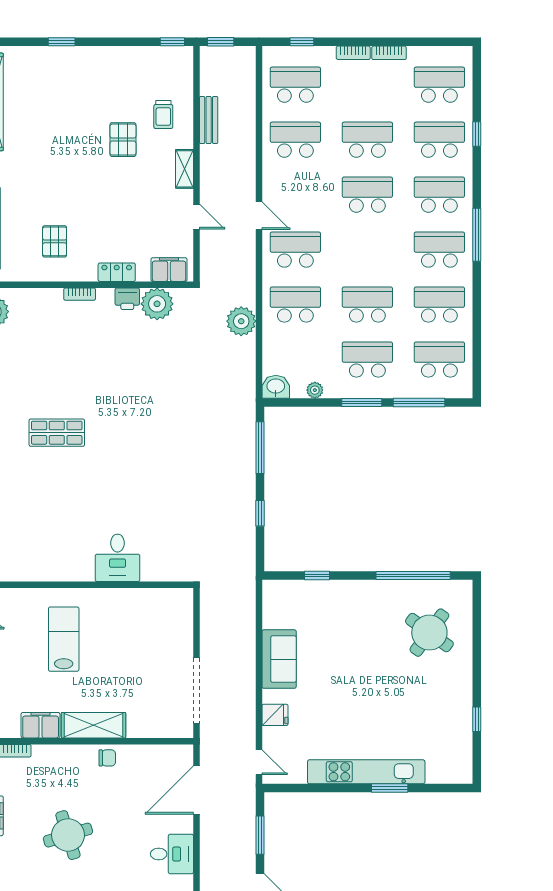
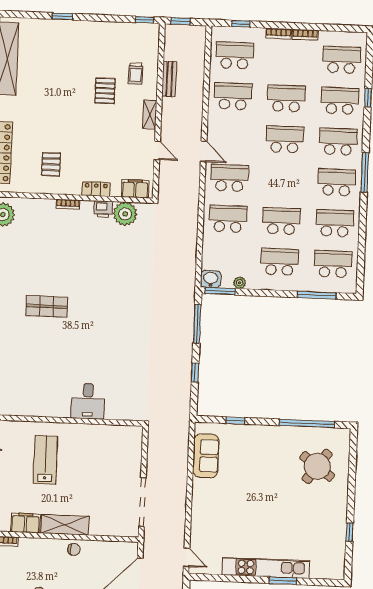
plant: (241, 321) -> (187, 229), removed
window: (362, 402) -> (220, 291), moved
sofa: (279, 659) -> (206, 456), moved
fridge: (275, 715) -> (200, 523), removed

